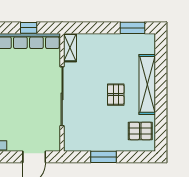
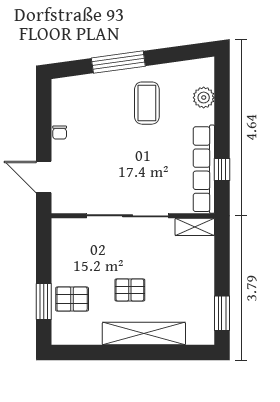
pallet: (140, 131) -> (72, 299), moved, turned 90
window: (103, 157) -> (44, 302), moved

